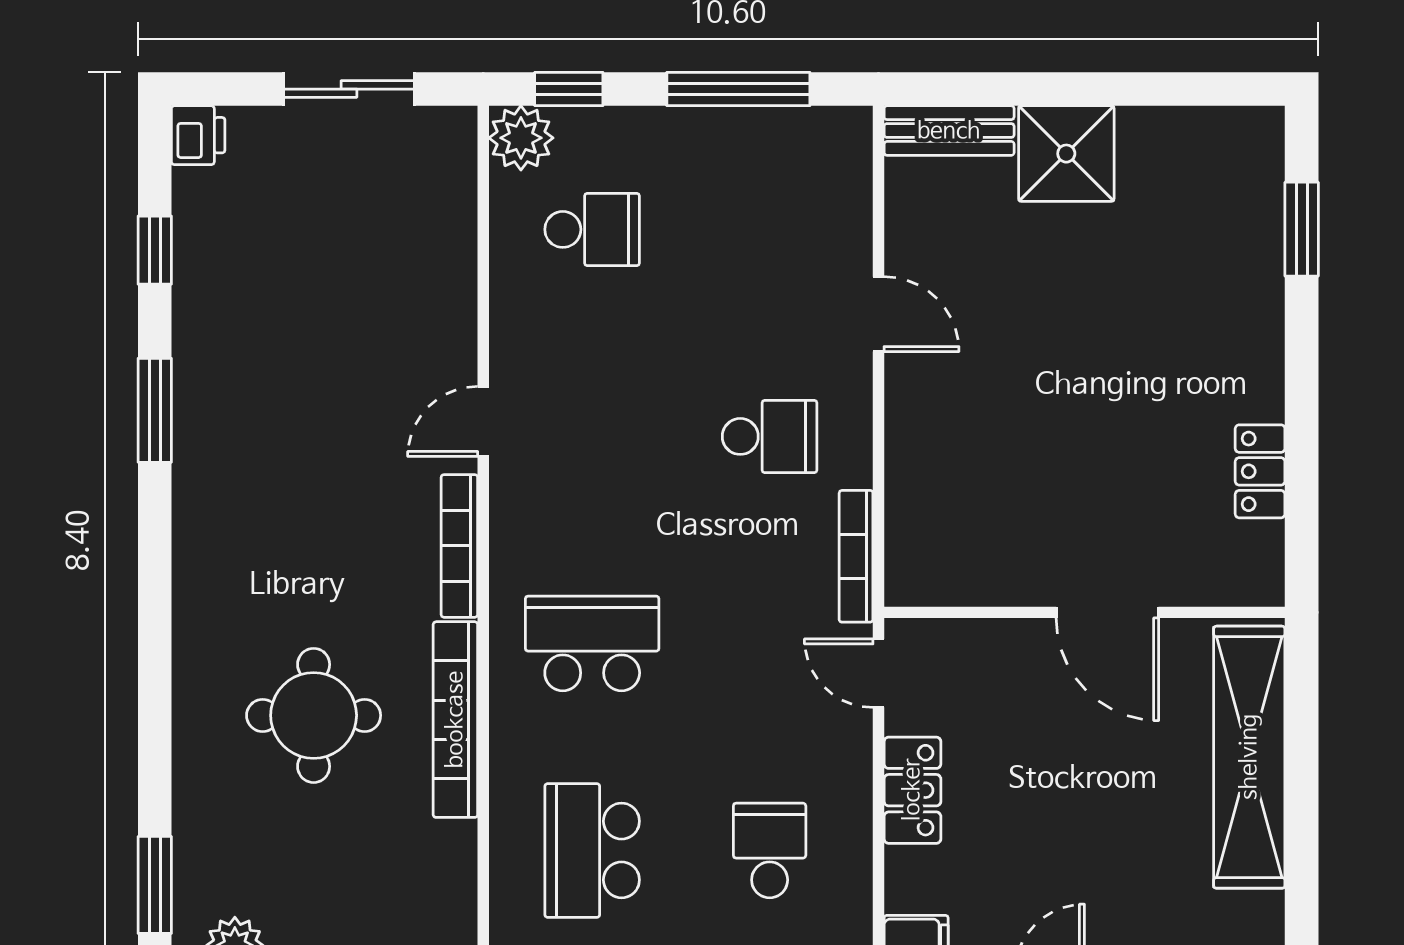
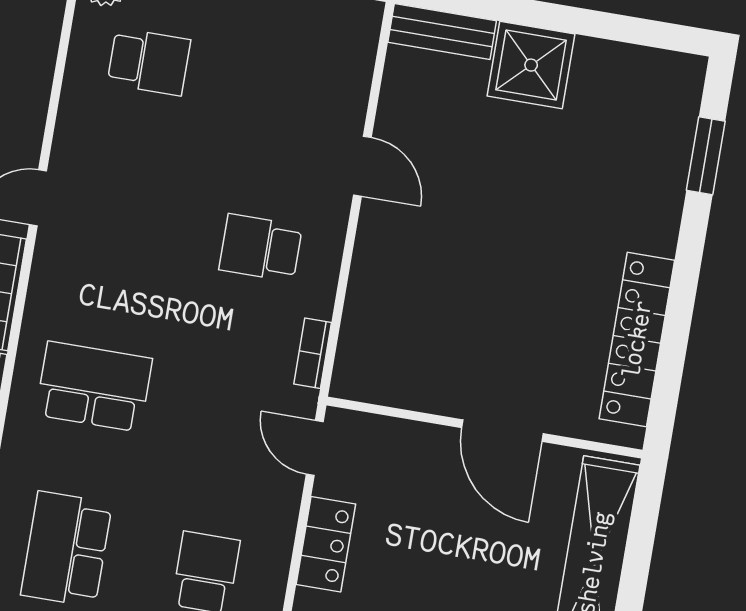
school desk: (770, 436) -> (261, 248), turned 180
locker: (1260, 471) -> (637, 339), width x2.16, depth x1.21
bookcase: (856, 556) -> (313, 353), width x0.64

